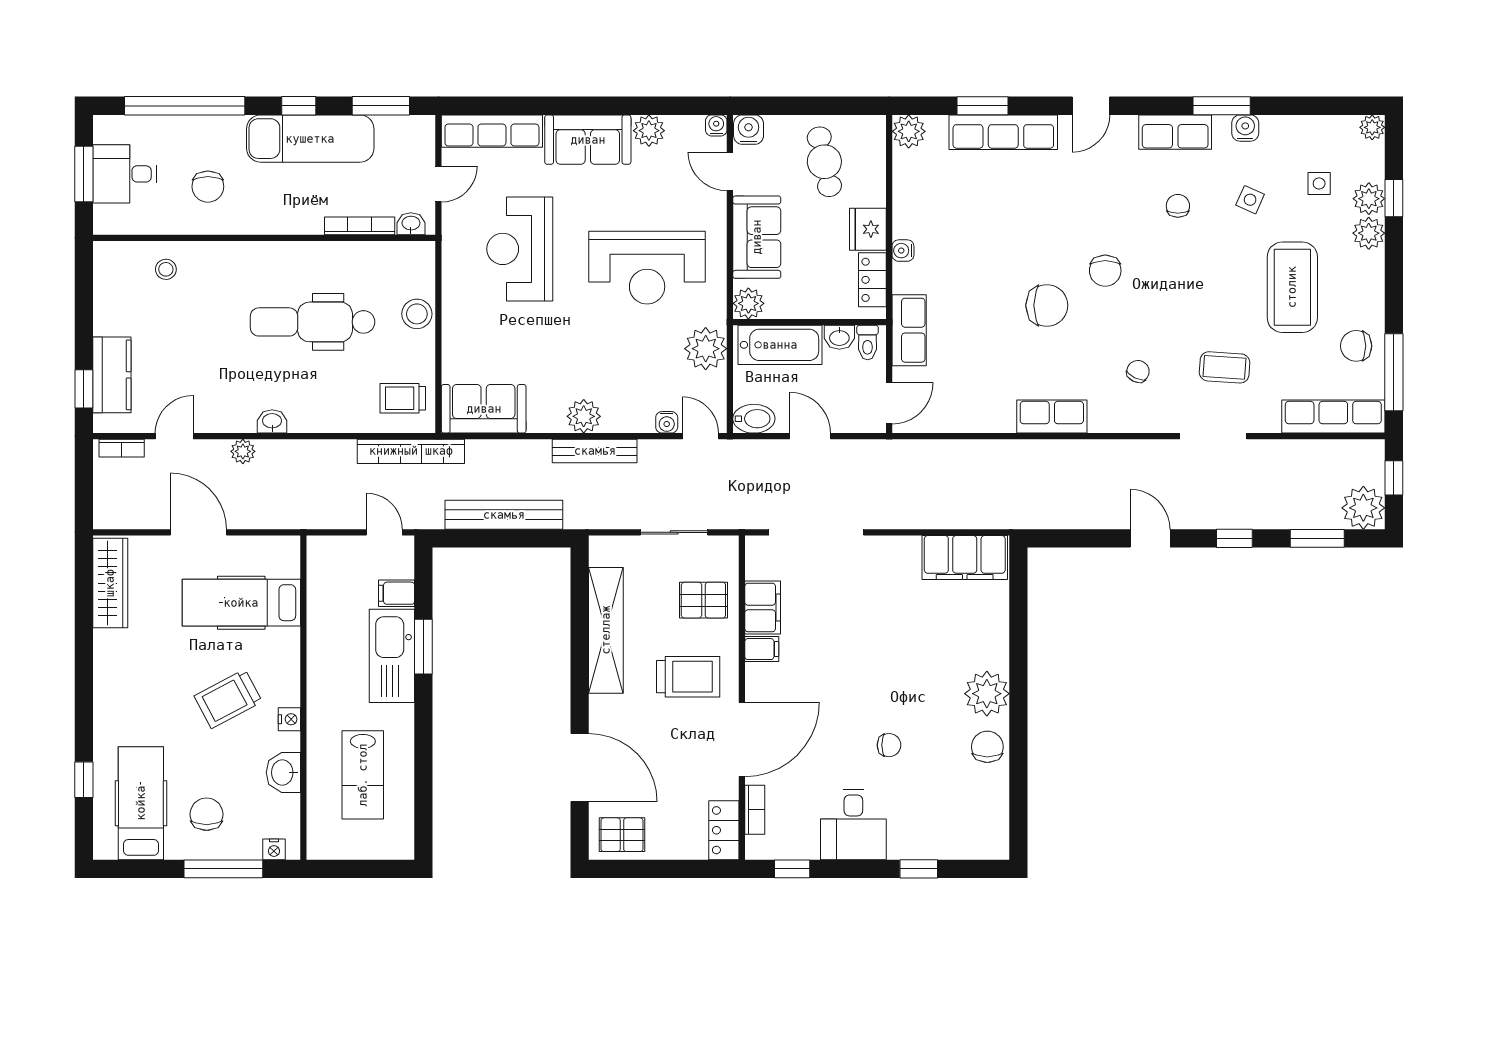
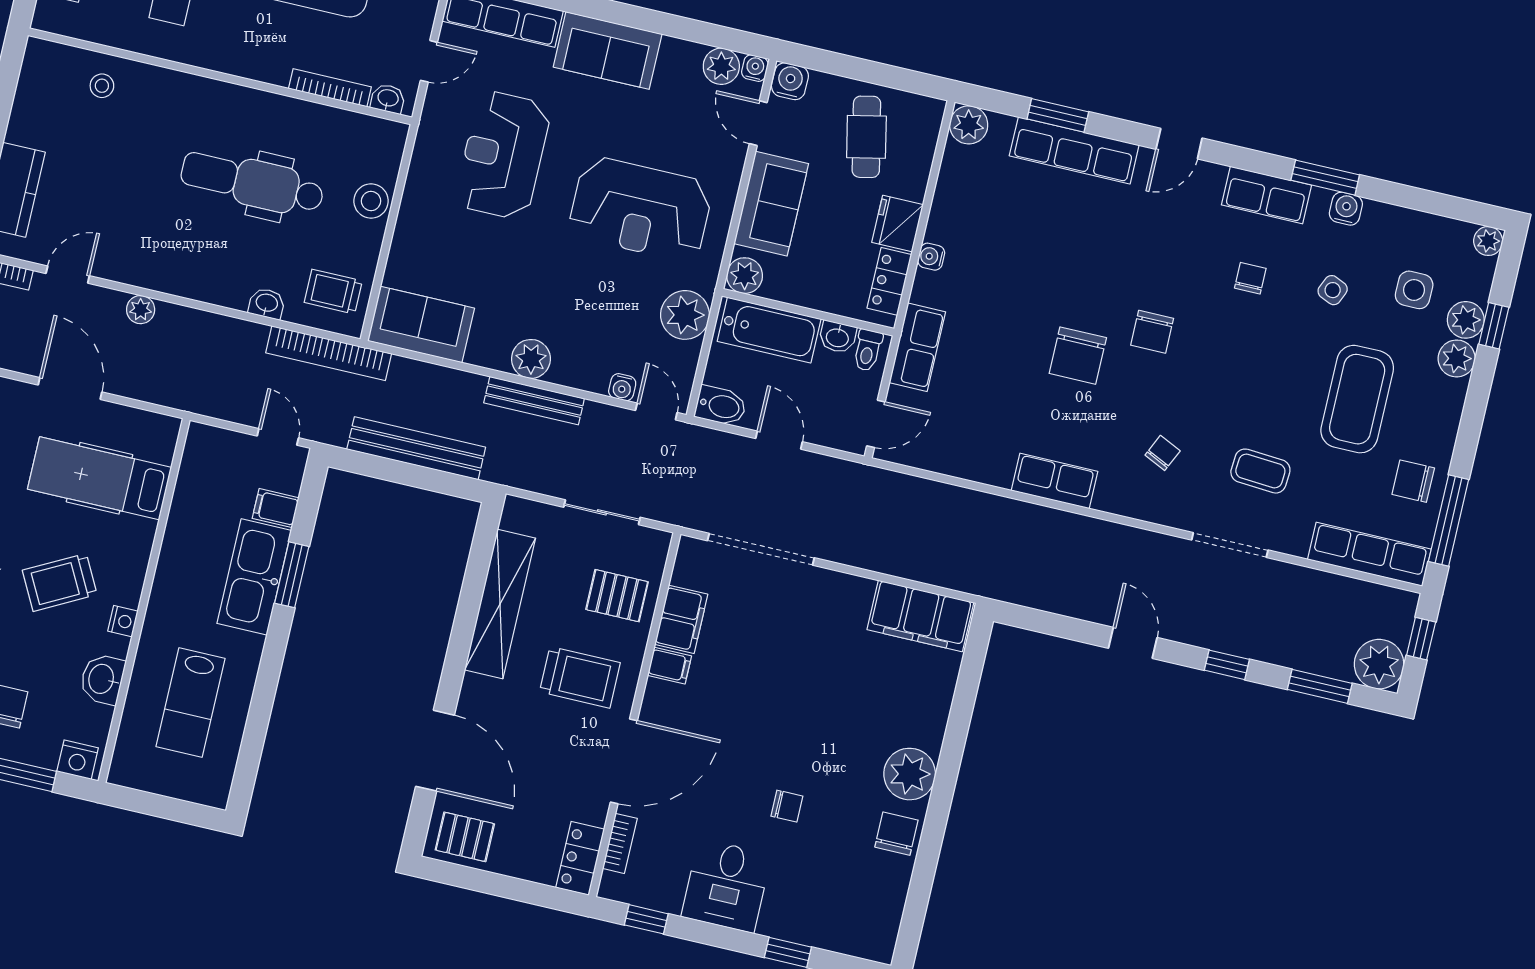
plant: (649, 131) -> (721, 66), moved
side table: (1319, 183) -> (1414, 290), width x1.37, depth x1.37
chair: (1047, 305) -> (1078, 356), turned 90
washbasin: (272, 421) -> (267, 303), moved
nightstand: (274, 849) -> (78, 760), width x1.39, depth x1.35

